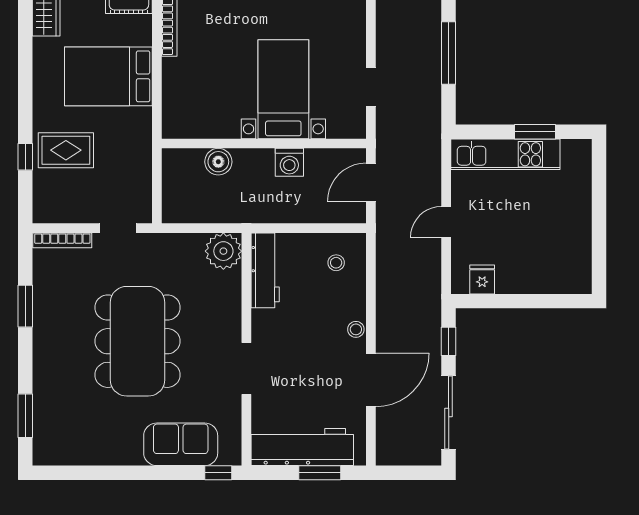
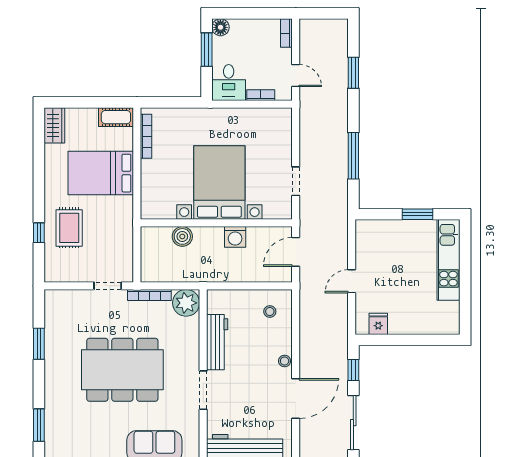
bed with nightstands: (283, 89) -> (219, 183), width x1.36
rug: (66, 150) -> (69, 228), turned 90
kitchen unit: (505, 154) -> (448, 260), moved, turned 90
bookcase: (62, 240) -> (149, 295), moved
workbench: (265, 270) -> (217, 342), moved
dining table: (138, 341) -> (122, 370), turned 90

